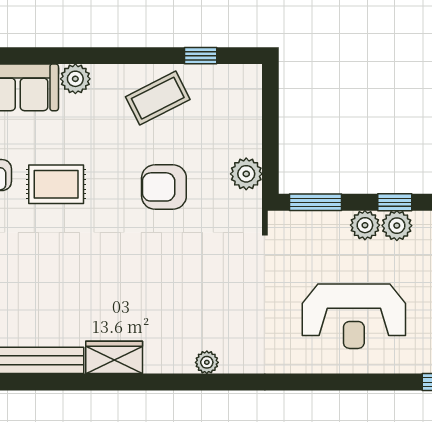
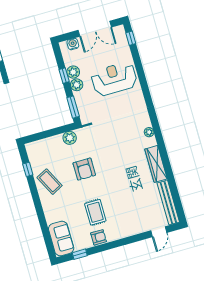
plant: (75, 79) -> (51, 217), removed
reception desk: (354, 316) -> (114, 79), turned -90
wardrobe: (114, 357) -> (156, 164), width x1.50

